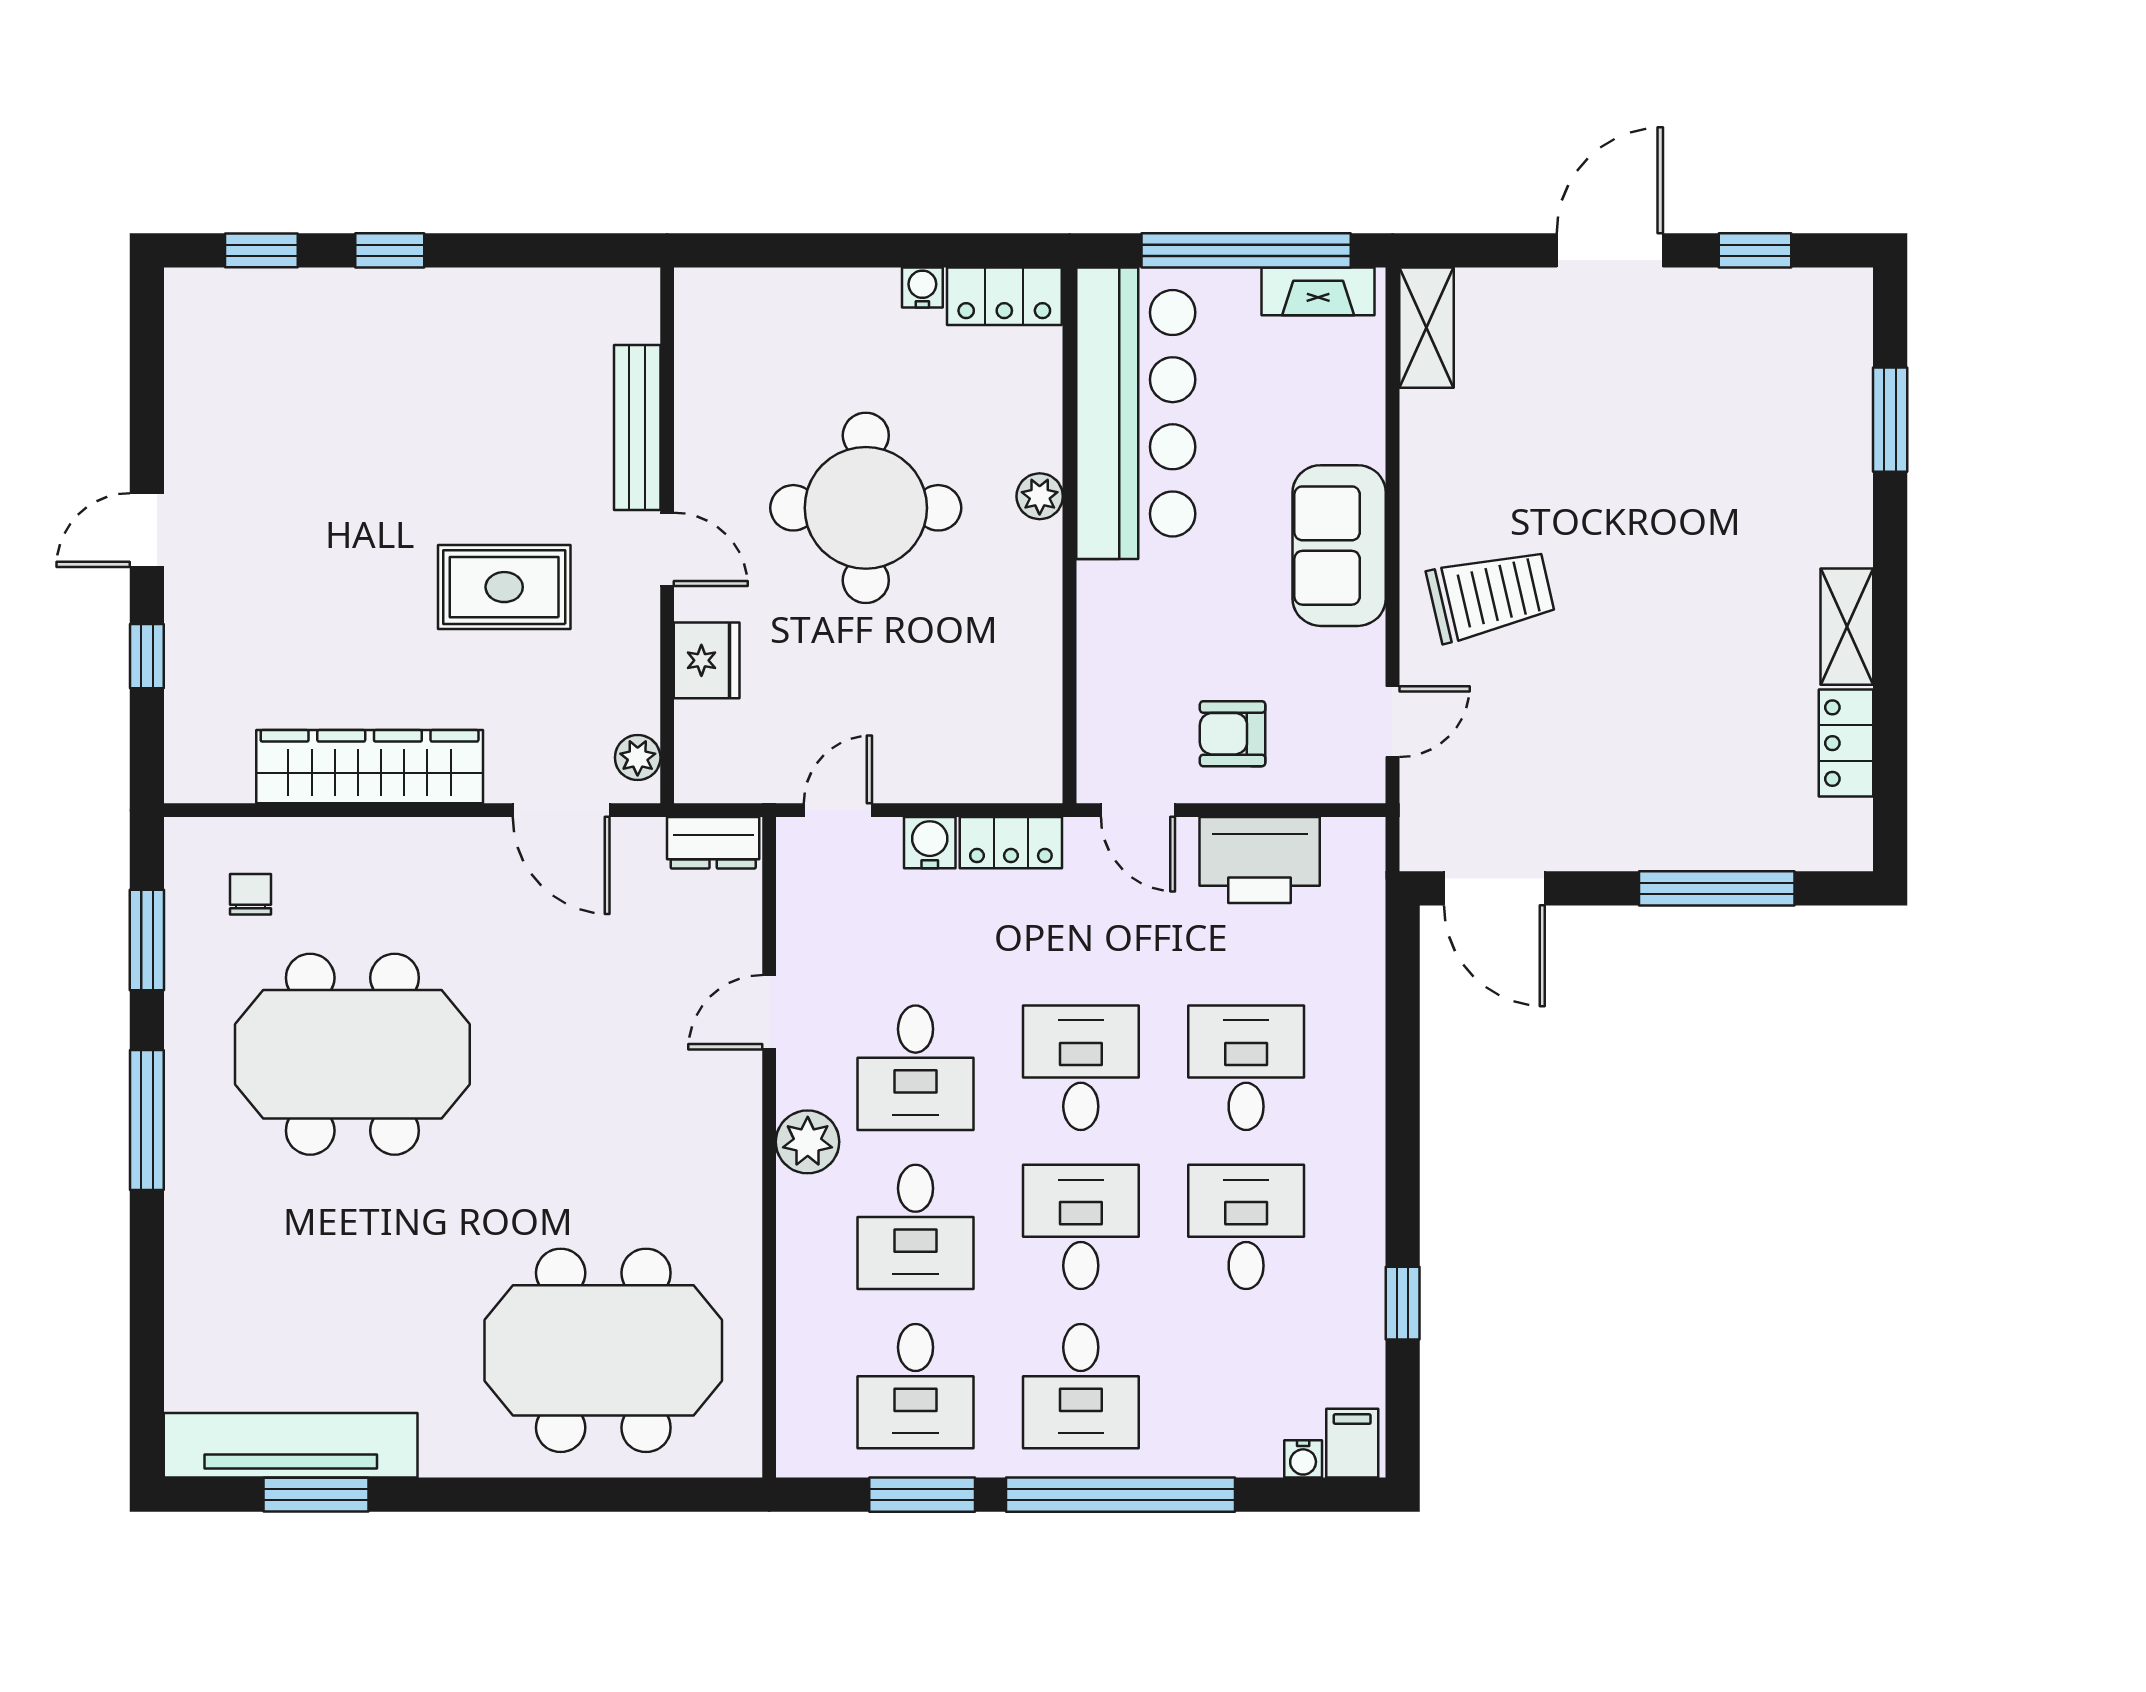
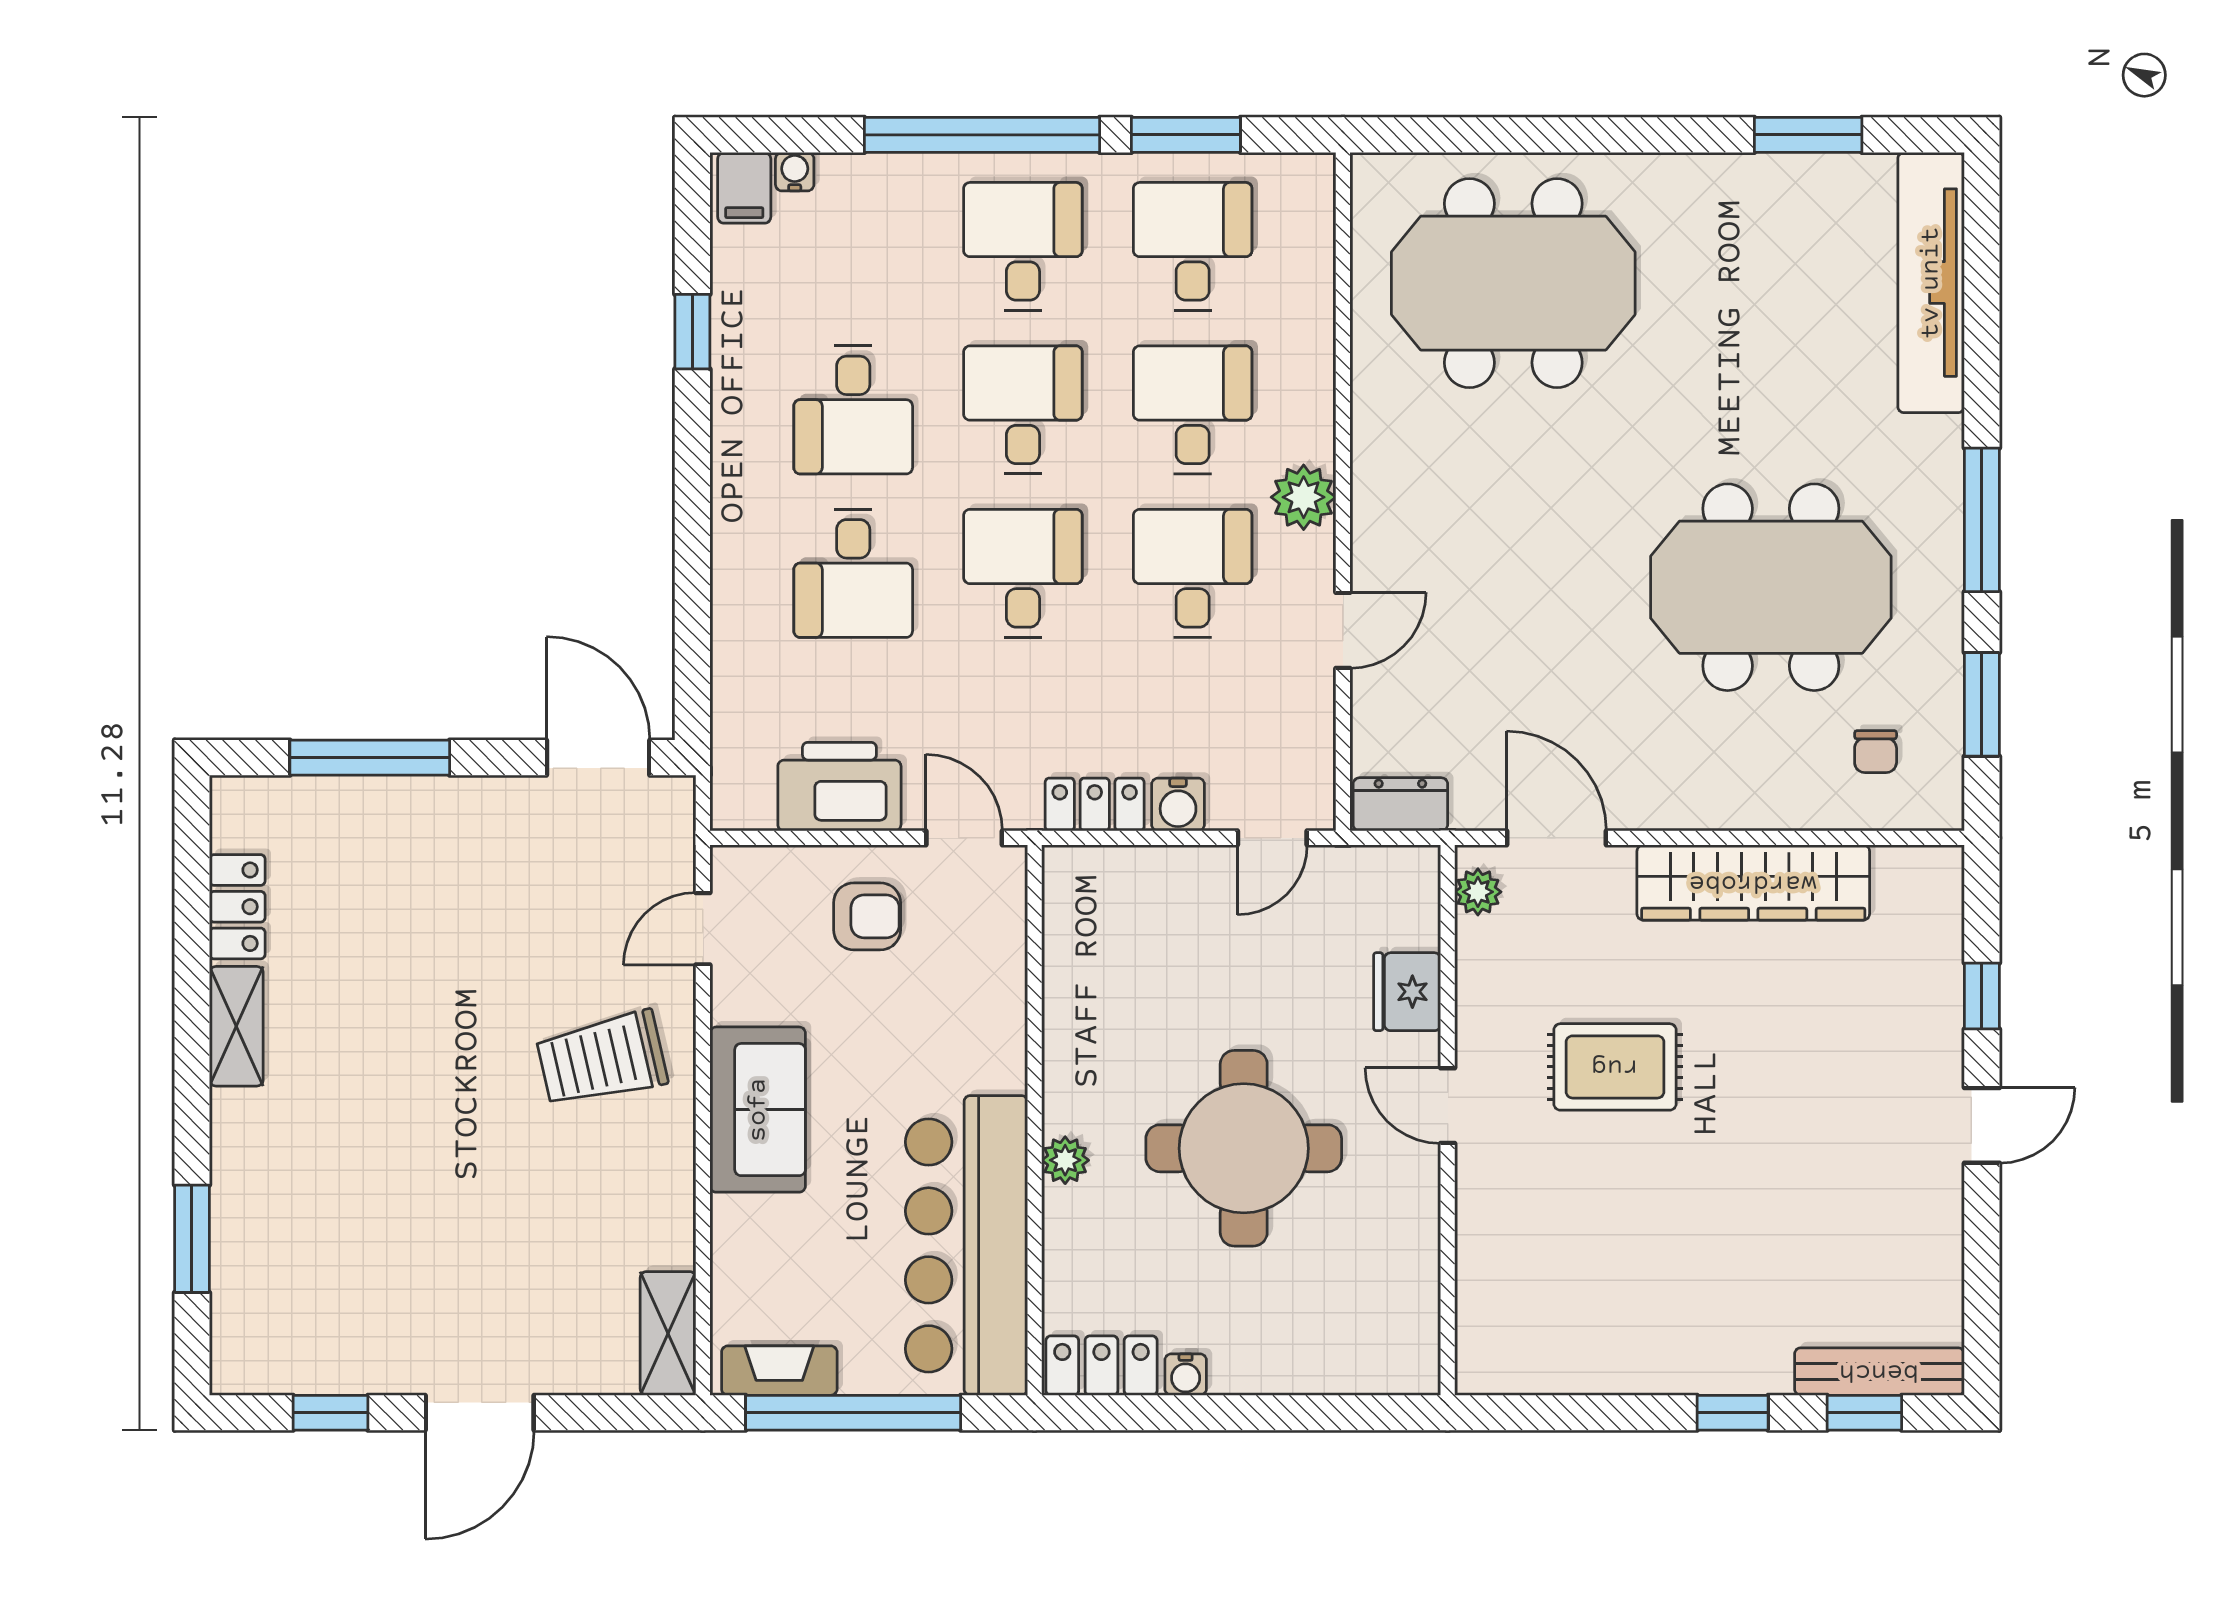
bench: (637, 428) -> (1879, 1372), moved, turned 90
desk: (1081, 1068) -> (1023, 573), turned 180
desk: (1081, 1227) -> (1023, 410), turned 180
tv unit: (291, 1445) -> (1931, 283), moved, turned 90

